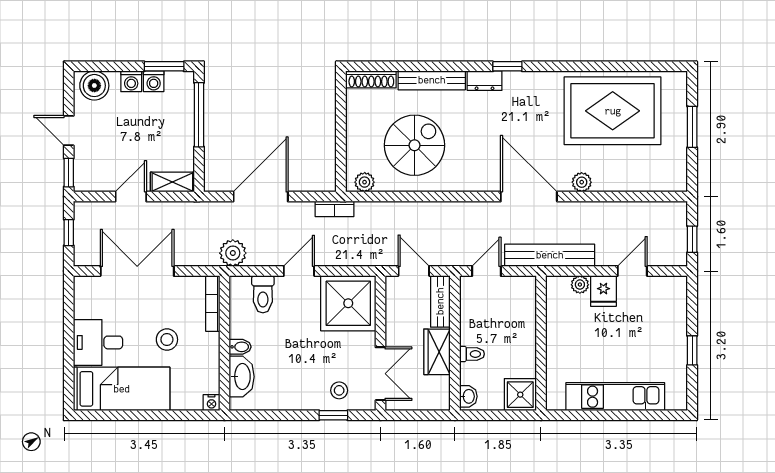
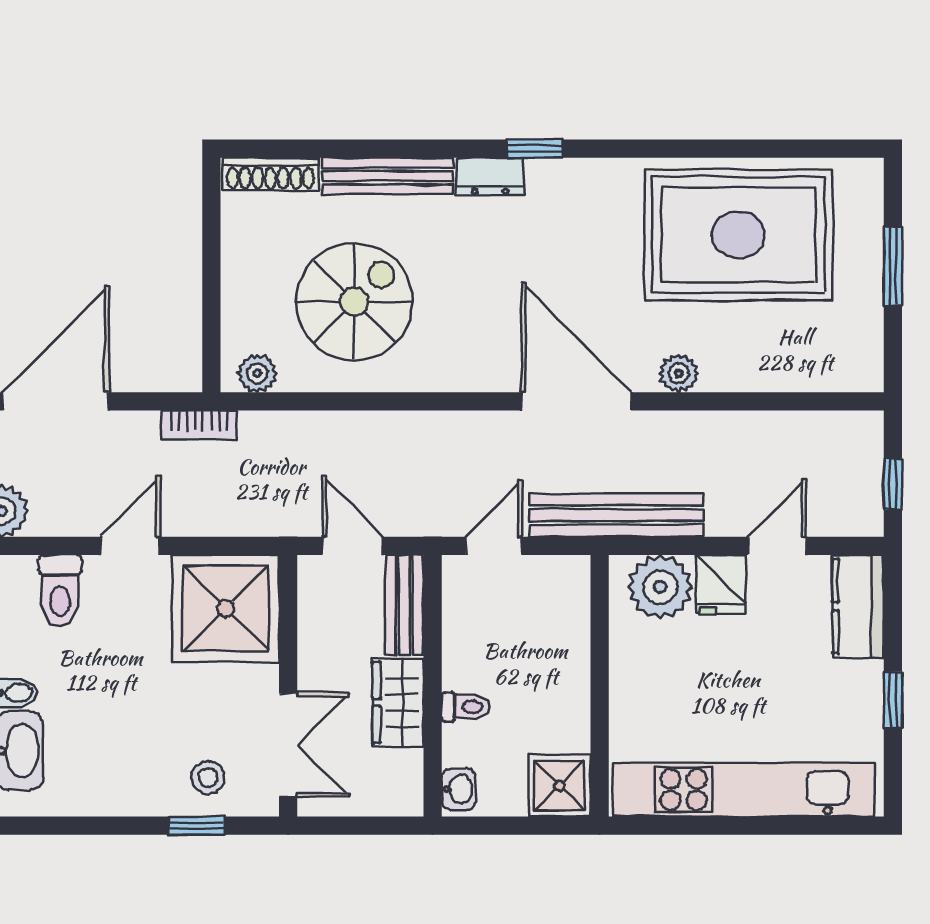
plant: (580, 285) -> (660, 587), width x1.87, depth x1.87
kitchen counter: (674, 302) -> (858, 606), added
kitchen unit: (615, 397) -> (744, 790), width x1.36

